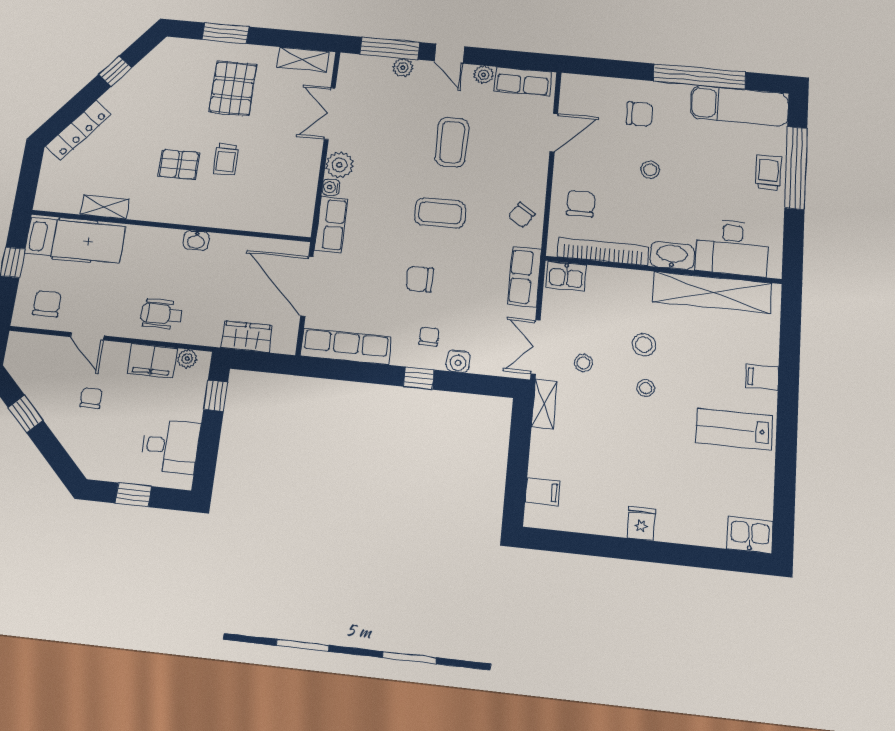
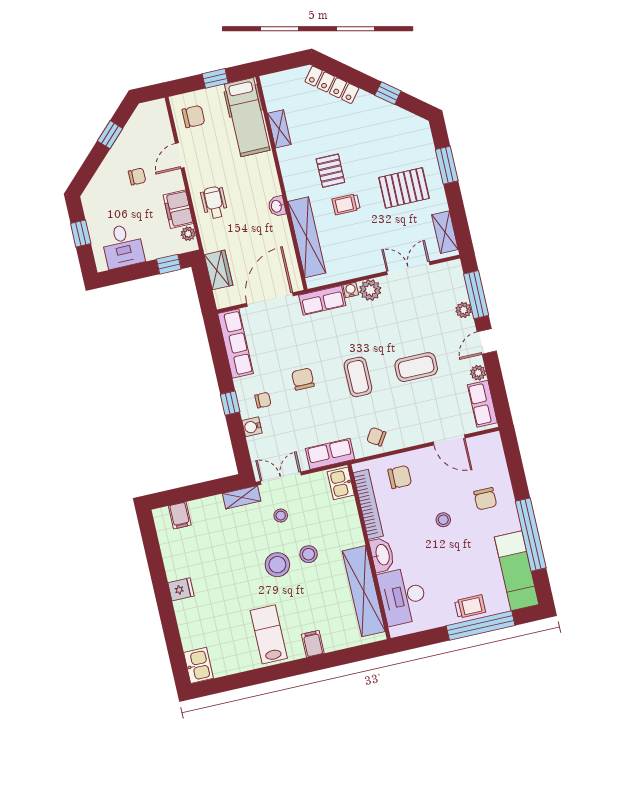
shelving: (248, 218) -> (307, 237), added
stool: (646, 388) -> (277, 565), width x1.89, depth x1.89

